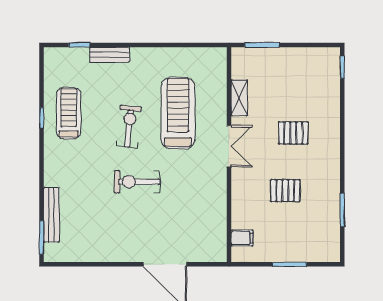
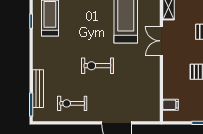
exercise bike: (129, 127) -> (72, 103), moved, turned -96
double door: (229, 146) -> (161, 41), swing flipped

